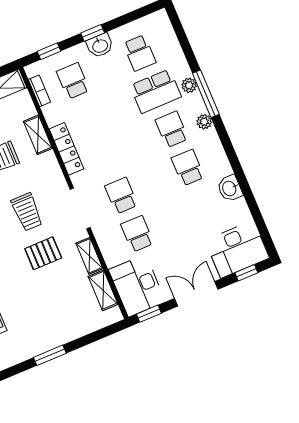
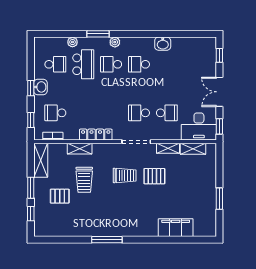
plant: (189, 85) -> (72, 42), moved
window: (206, 94) -> (98, 34), width x0.69
school desk: (137, 234) -> (167, 113), turned 180
desk: (237, 249) -> (202, 55), removed
pallet: (43, 253) -> (154, 176), turned 90

